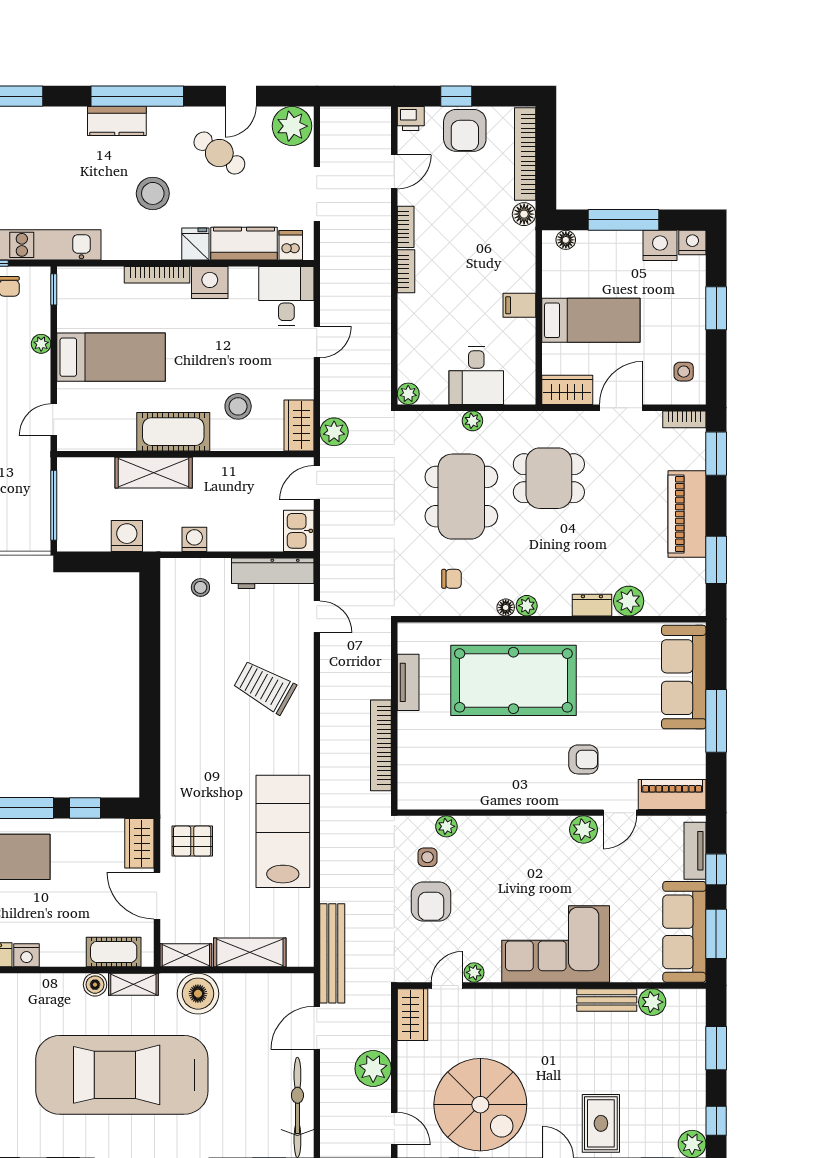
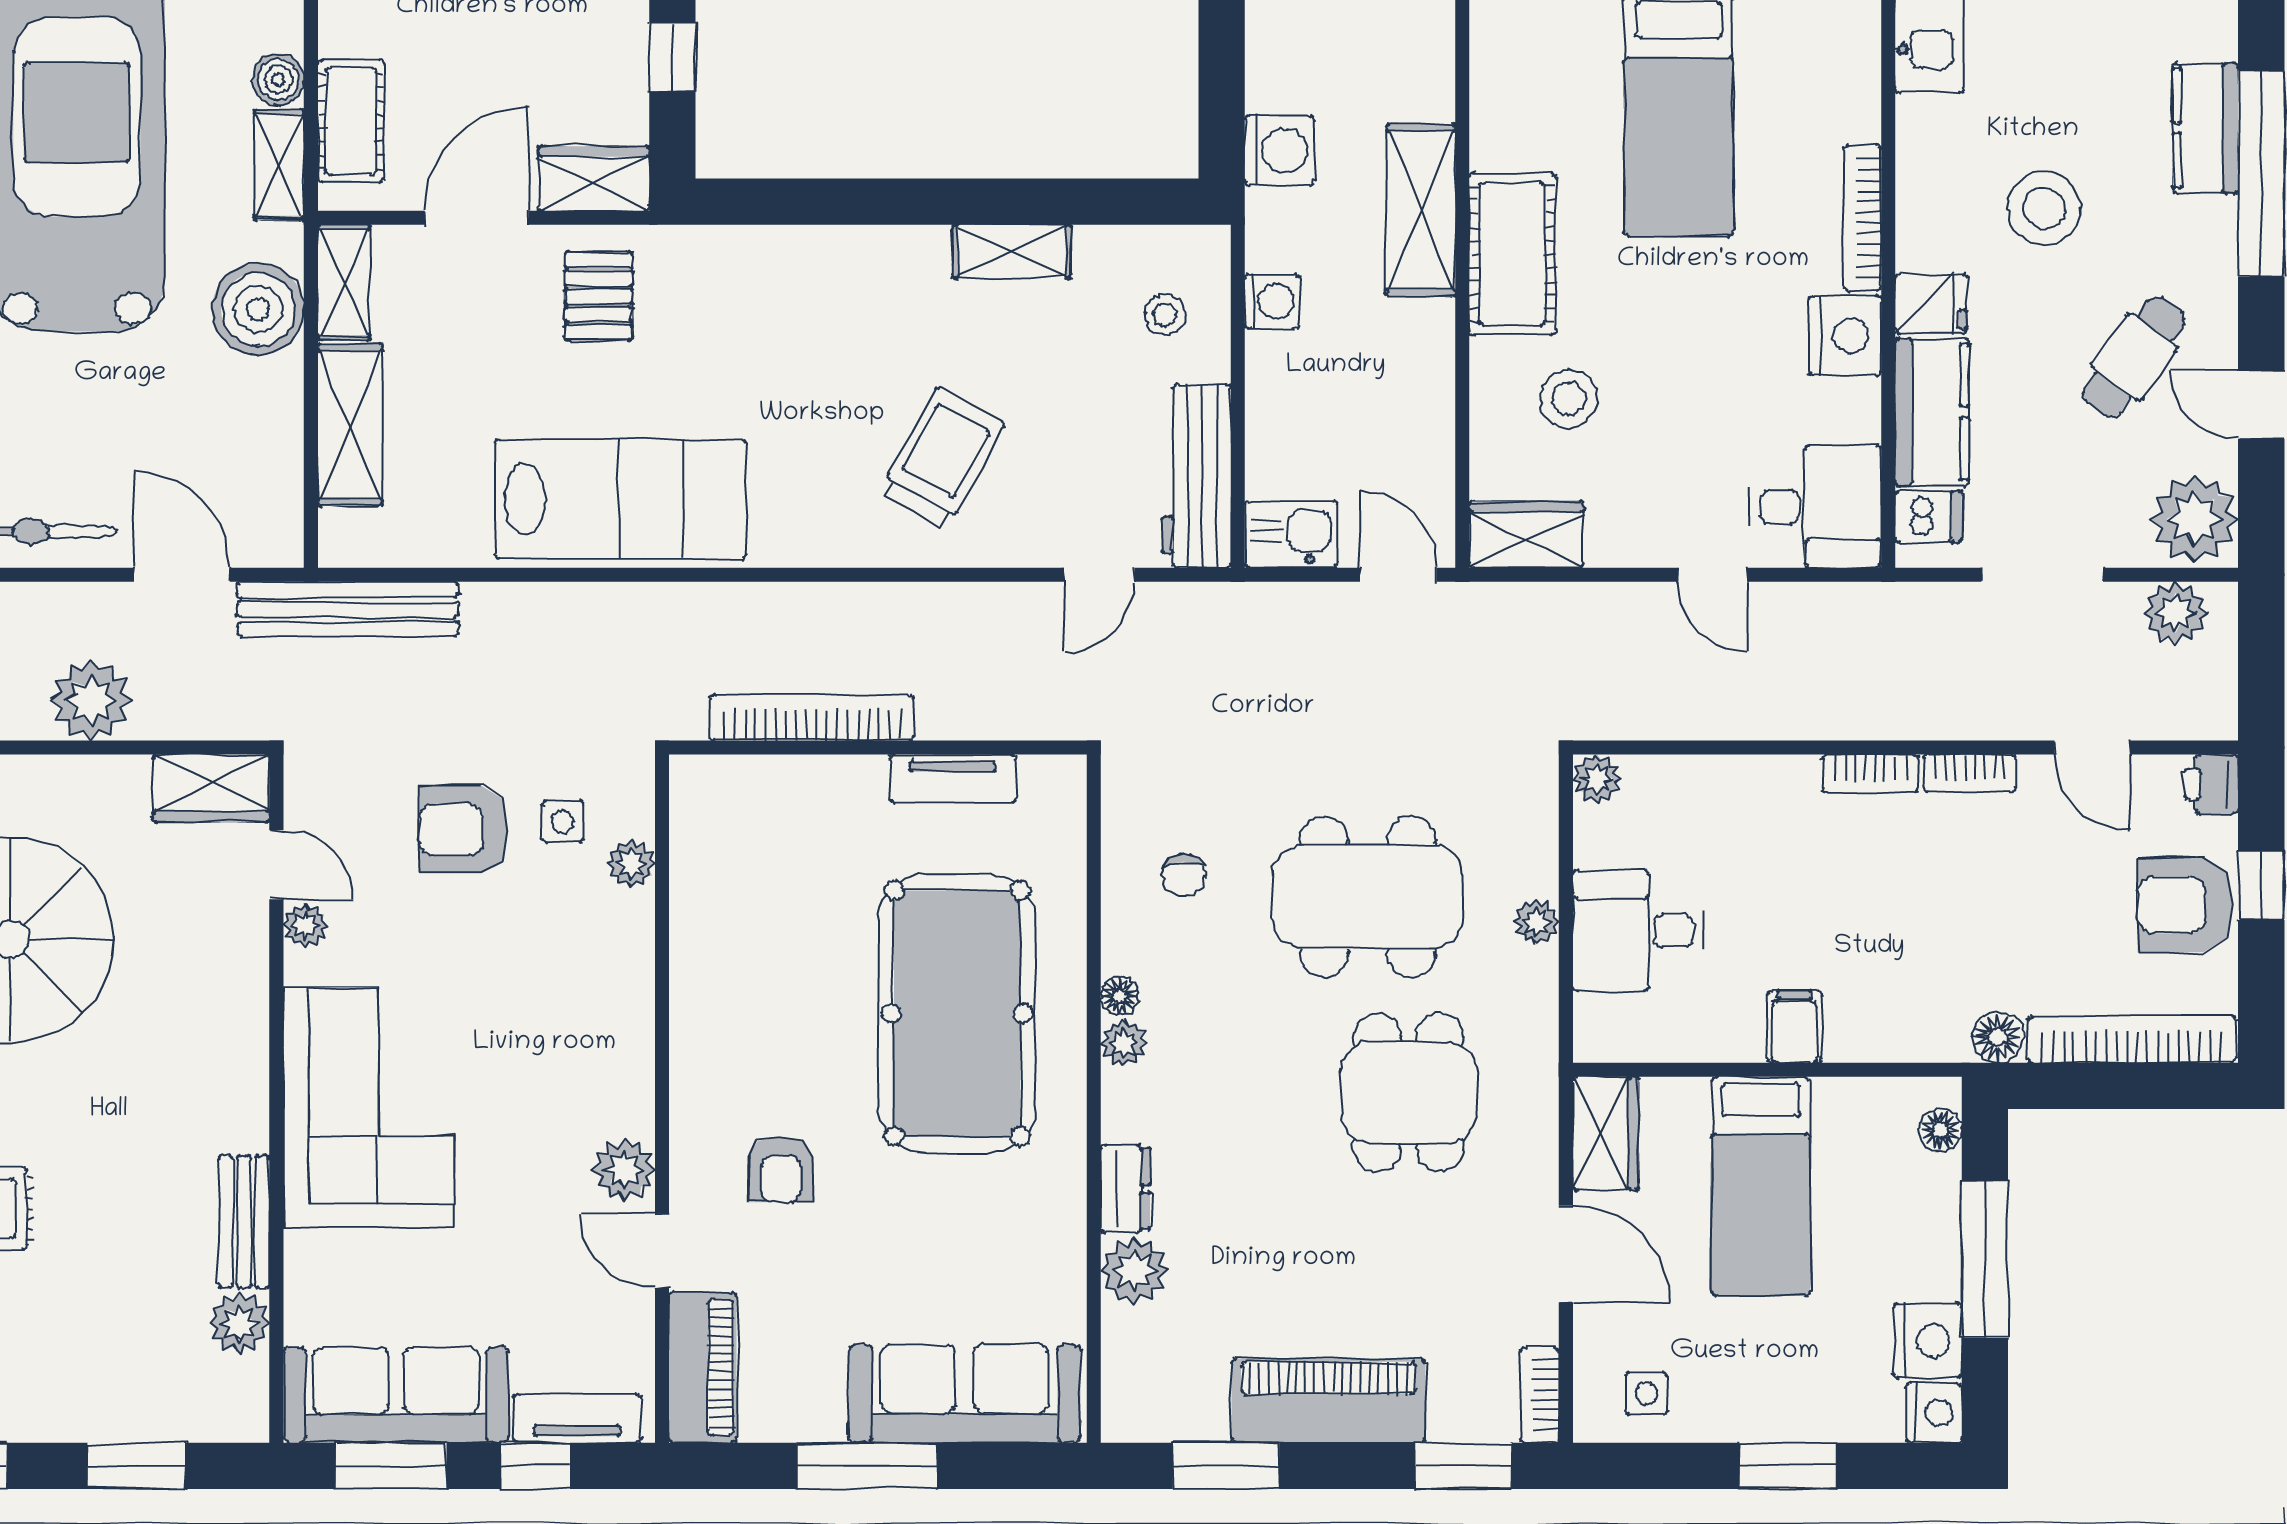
plant: (334, 432) -> (2176, 613), moved
shelving: (172, 656) -> (1012, 251), added

